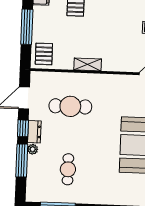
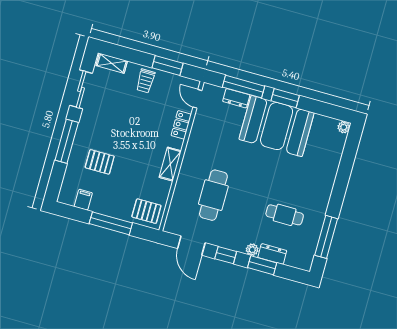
locker: (122, 66) -> (181, 125), added
dresser: (34, 132) -> (272, 254), moved
window: (22, 161) -> (262, 265), width x0.69

